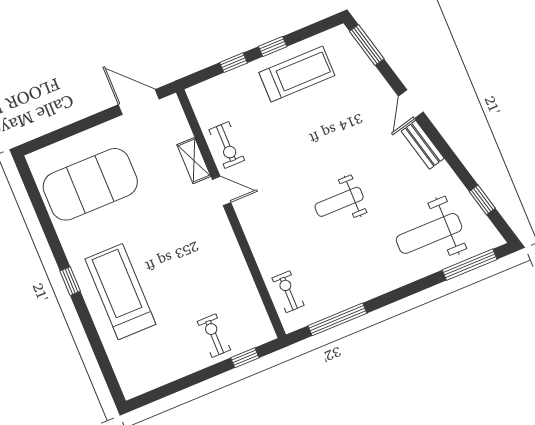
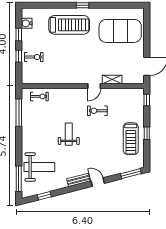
window: (233, 63) -> (147, 100), moved
exercise bike: (227, 145) -> (97, 111), moved
exercise mat: (90, 184) -> (120, 31), turned 90
weight bench: (429, 233) -> (39, 167), turned 90
window: (245, 358) -> (19, 56), moved
water cooler: (152, 378) -> (27, 23), added
window: (181, 384) -> (19, 34), added

